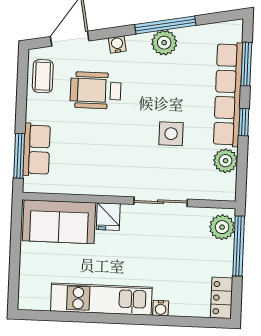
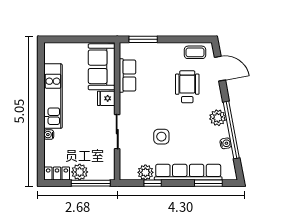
window: (165, 25) -> (231, 130), width x1.46
plant: (164, 43) -> (218, 118), moved
water cooler: (117, 44) -> (226, 143), moved
window: (244, 122) -> (153, 183), moved
row of seats: (37, 150) -> (128, 75), moved, turned -90
plant: (222, 227) -> (80, 172), moved

